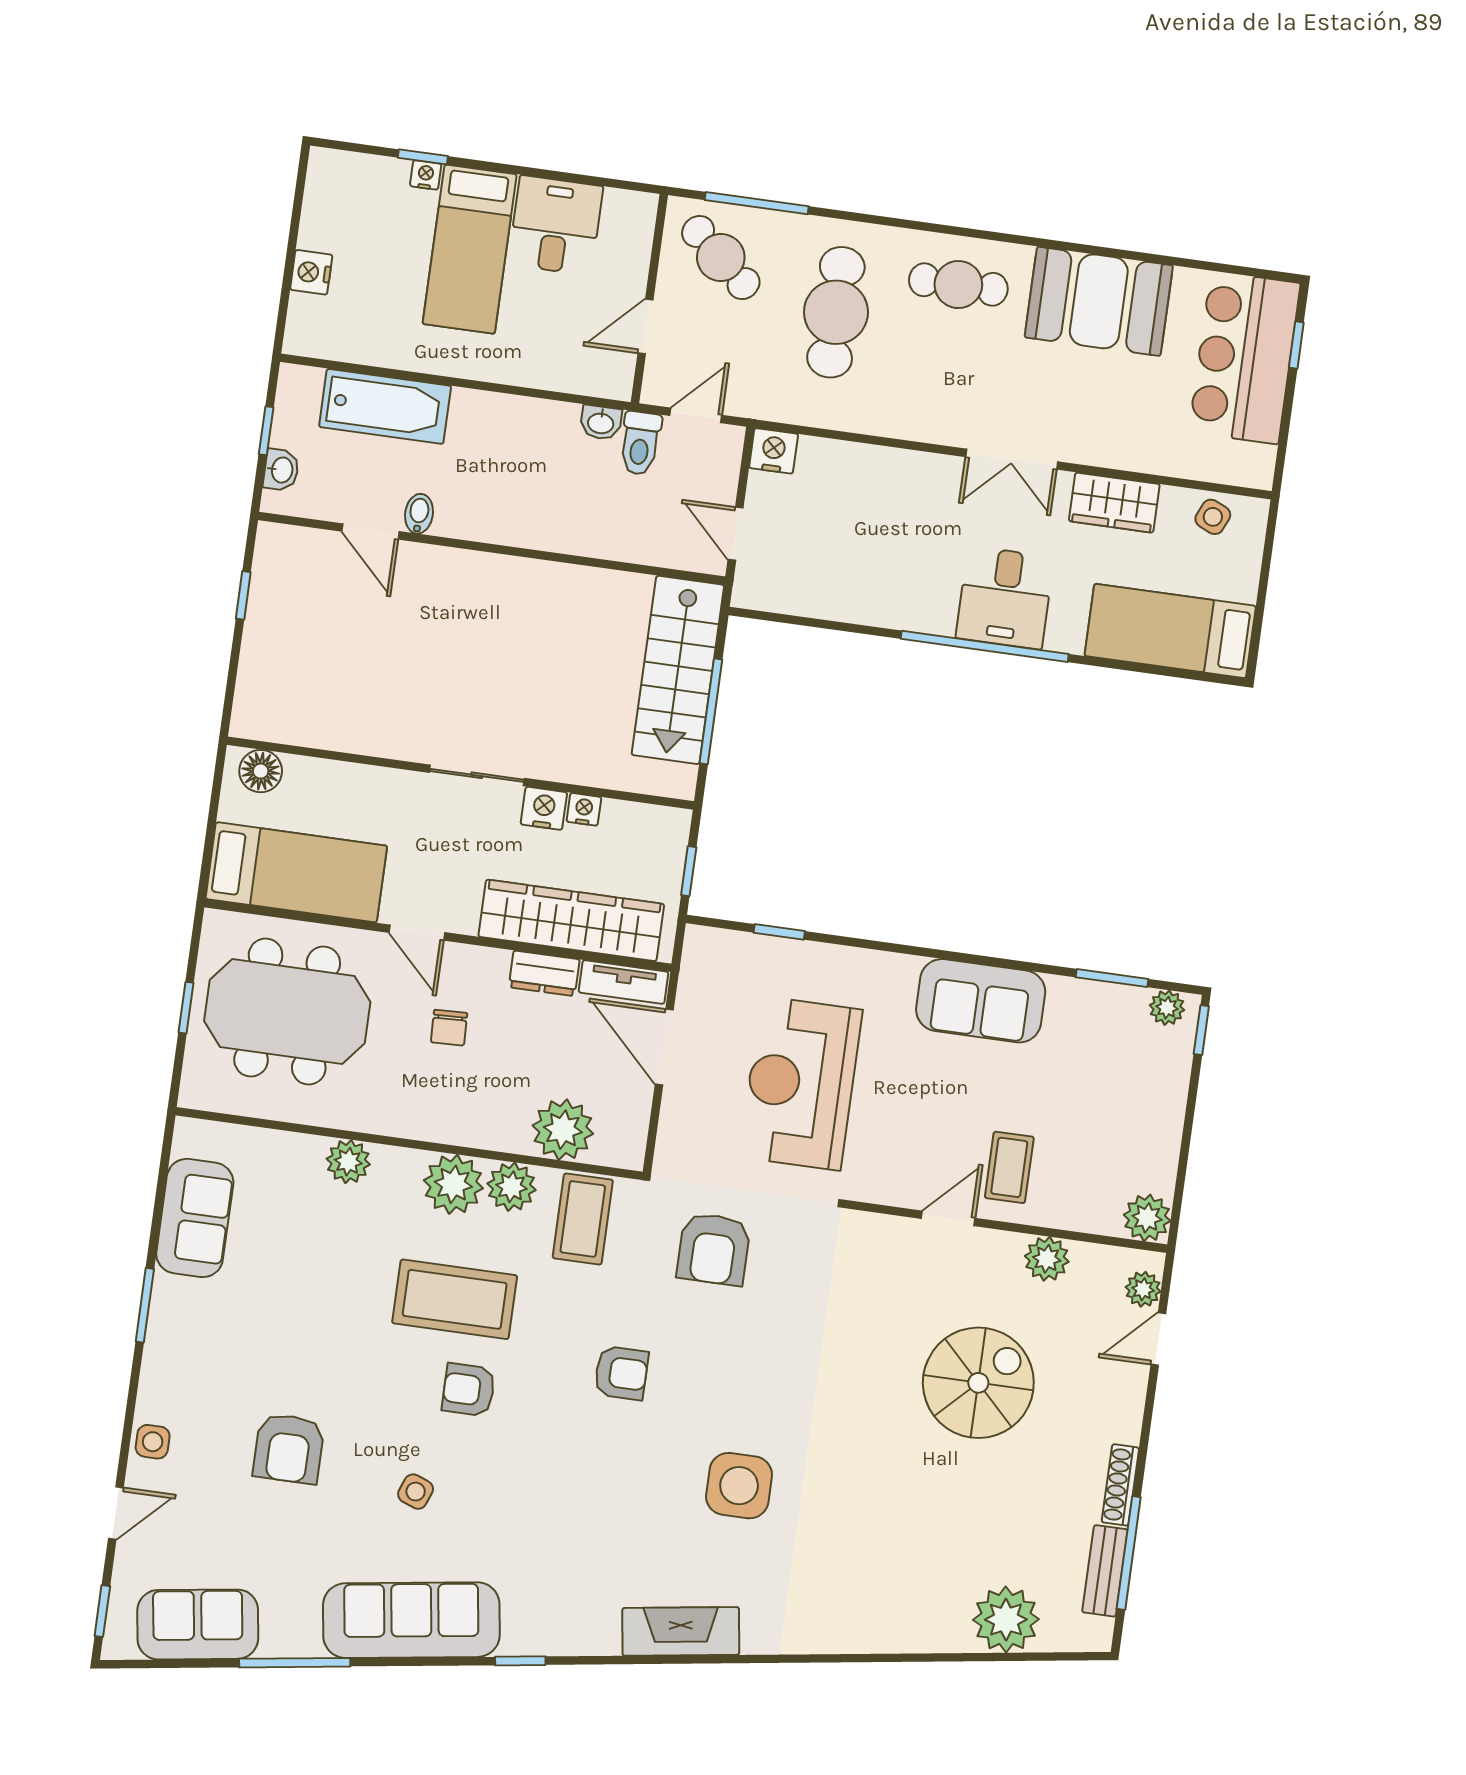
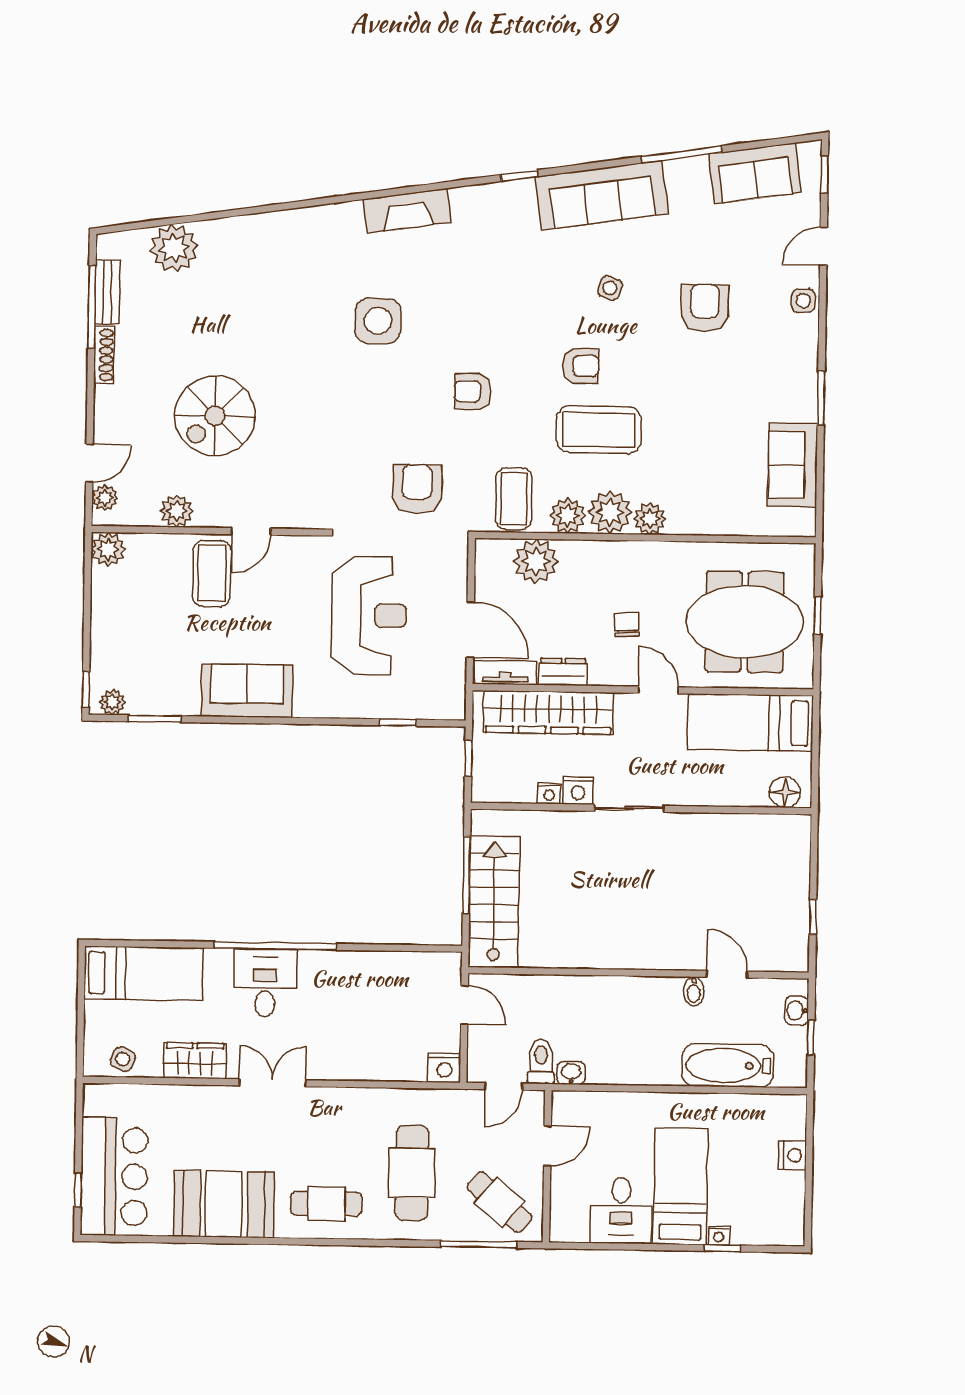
plant: (348, 1162) -> (650, 519), moved
coffee table: (1009, 1167) -> (212, 573), width x1.36, depth x1.30

